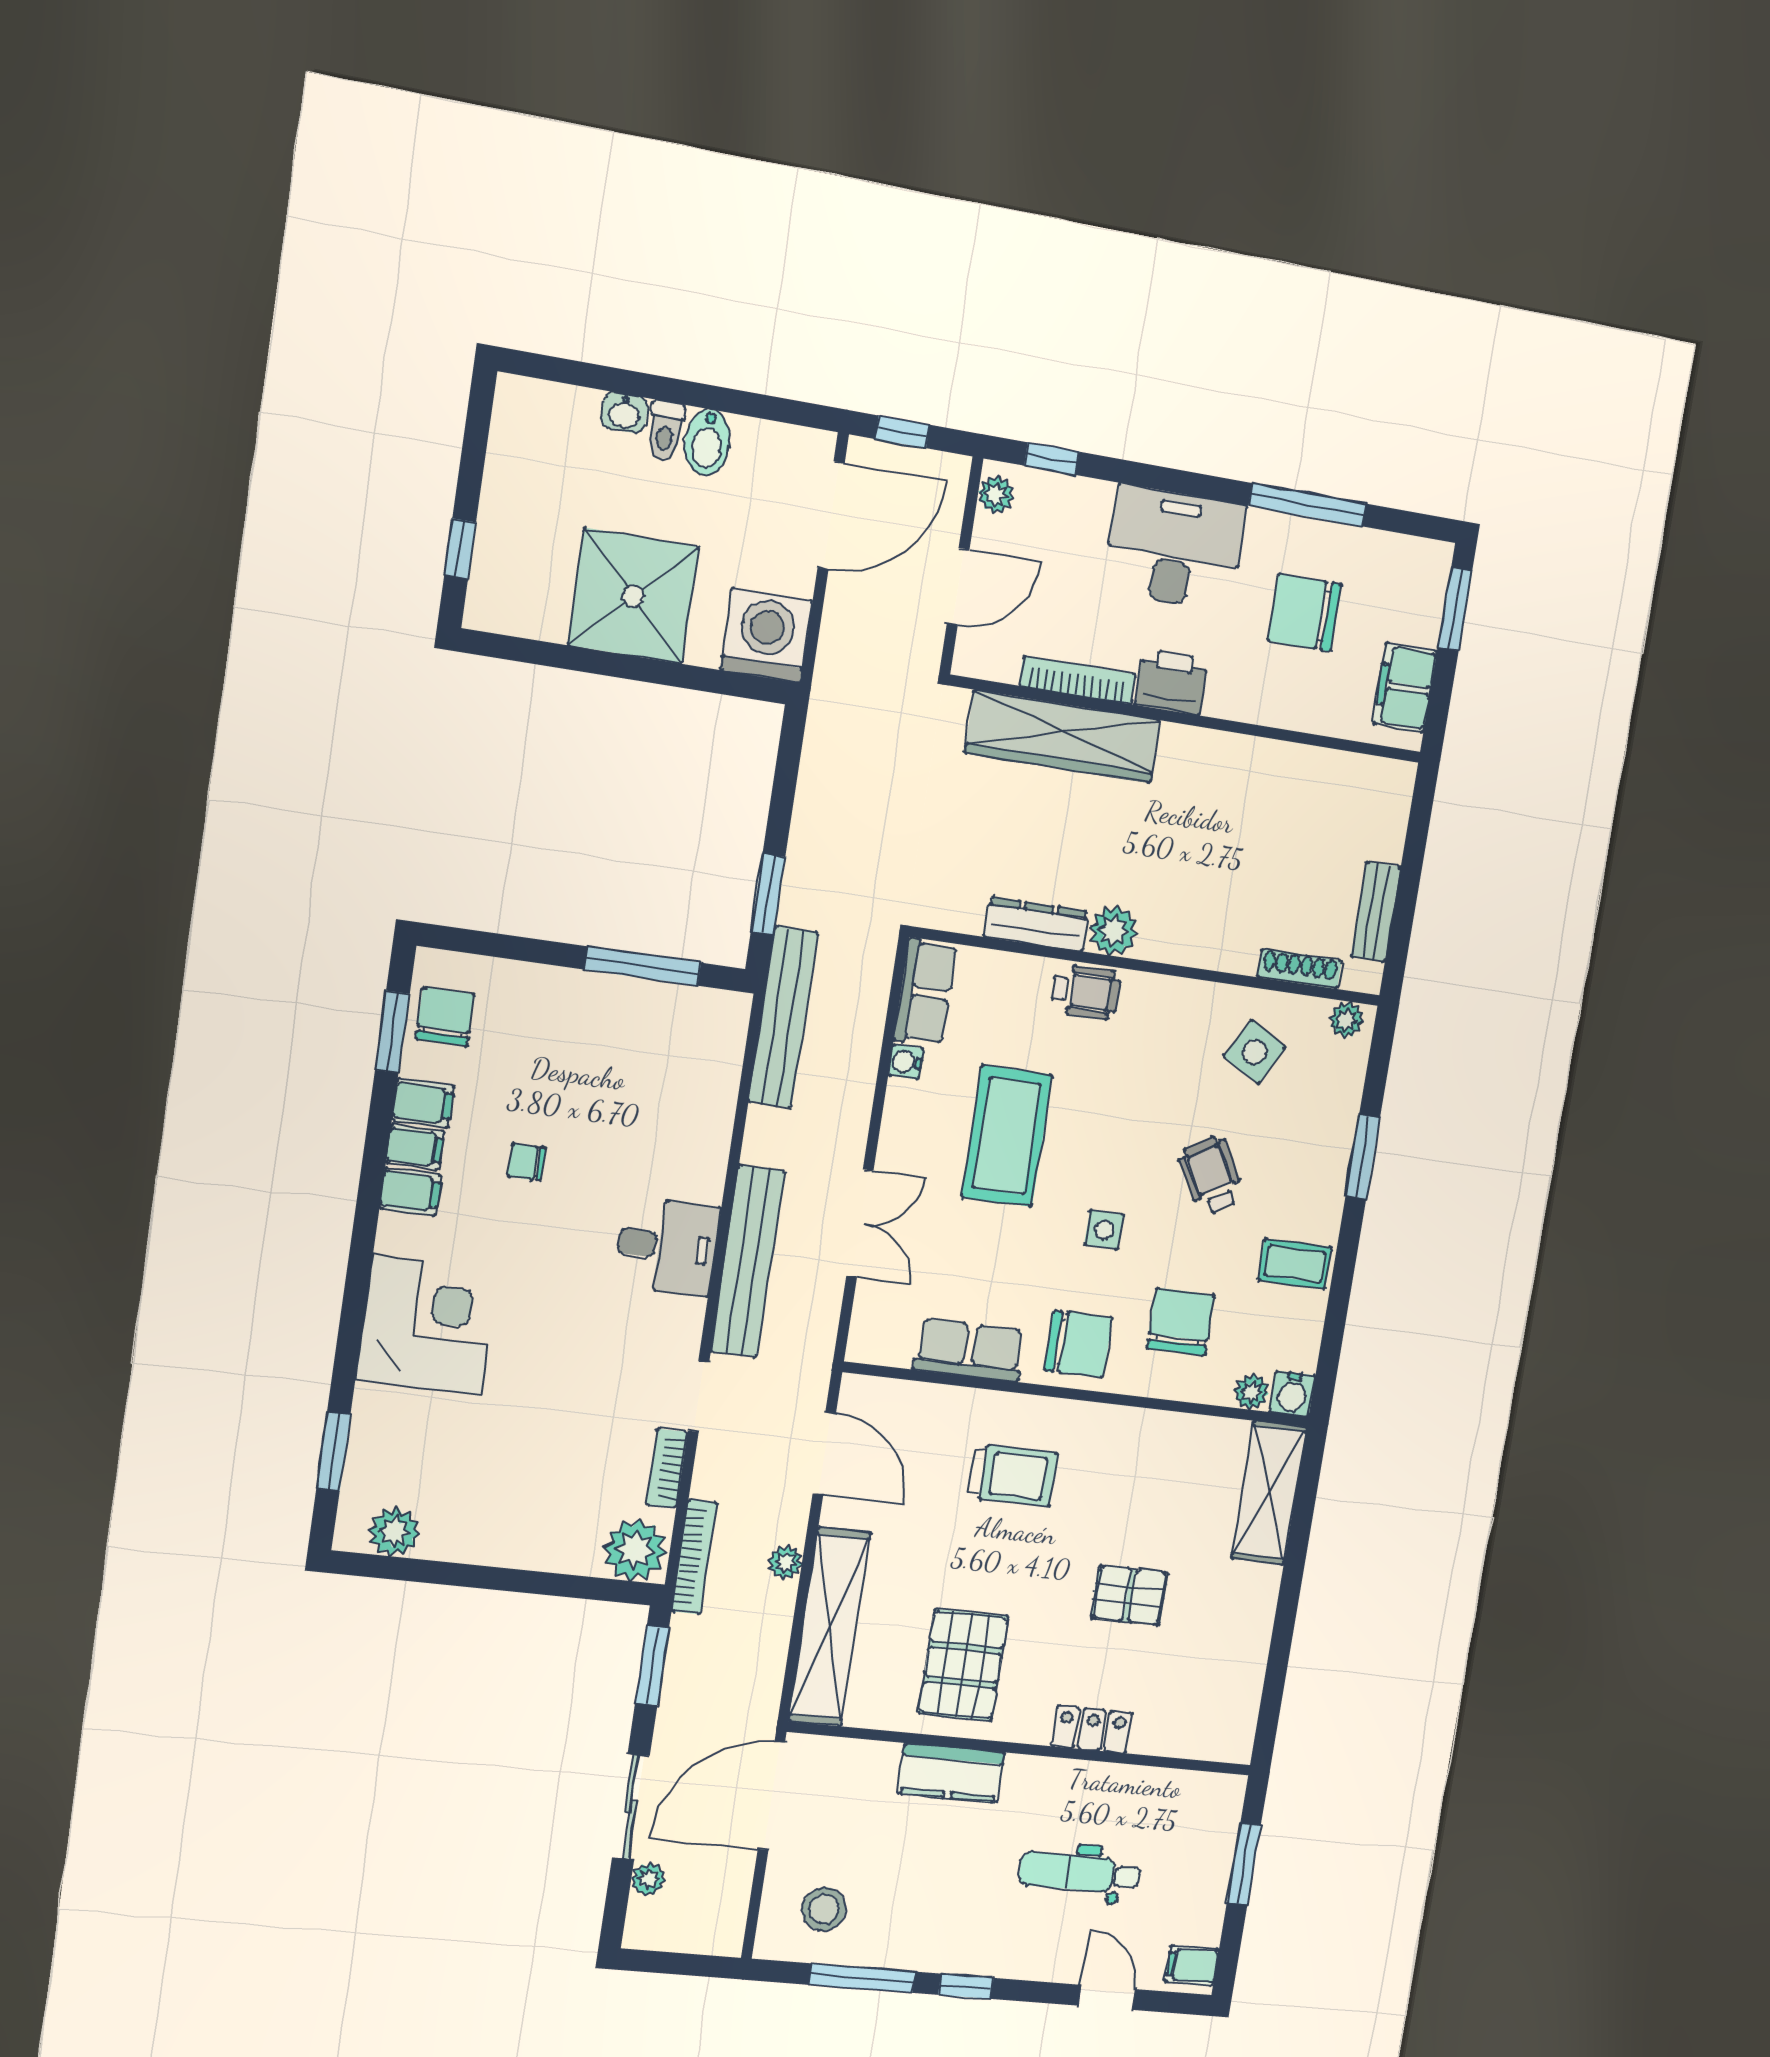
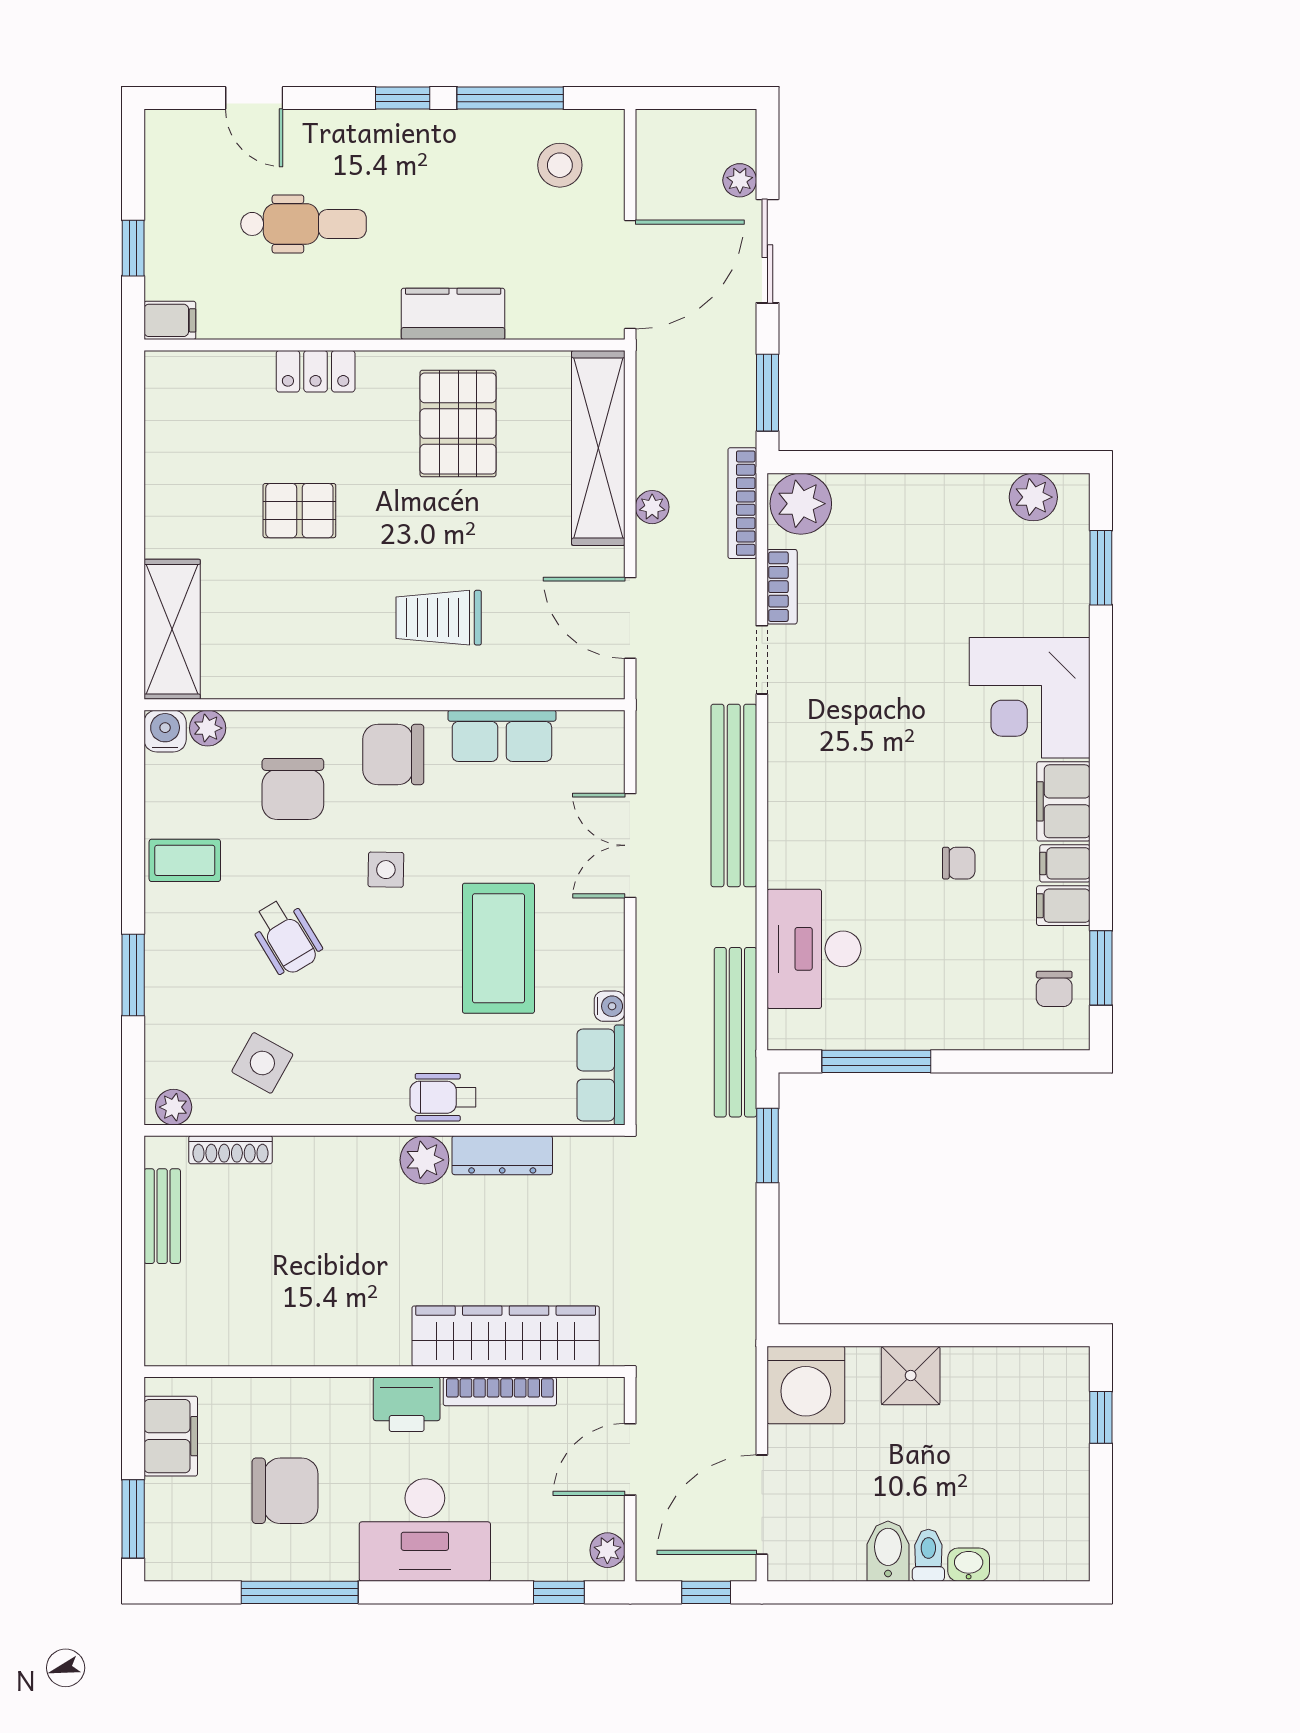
shower: (633, 596) -> (911, 1375), width x0.54, depth x0.54
chair: (445, 1016) -> (1054, 989), width x0.73, depth x0.73
filing cabinet: (410, 1192) -> (1063, 801), width x2.00
desk: (667, 1246) -> (814, 949), moved, width x1.37
window: (1244, 1864) -> (133, 248), width x0.67
filing cabinet: (1192, 1966) -> (170, 320), moved

